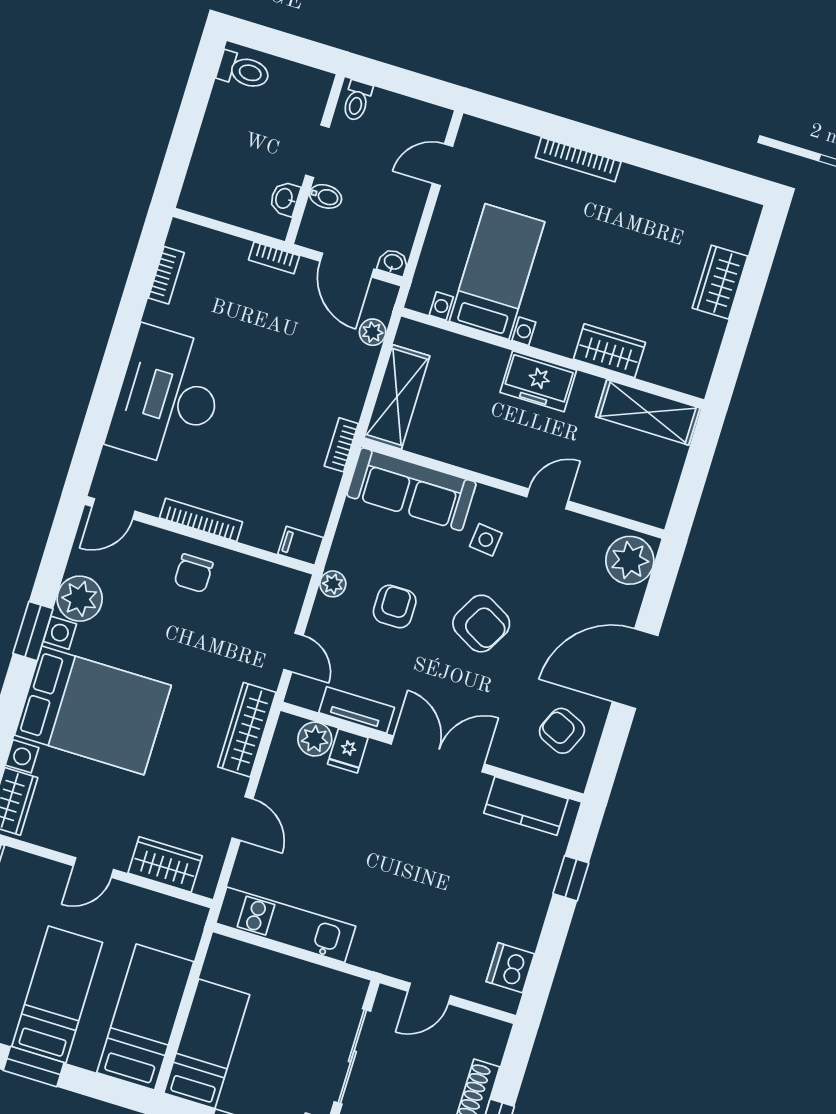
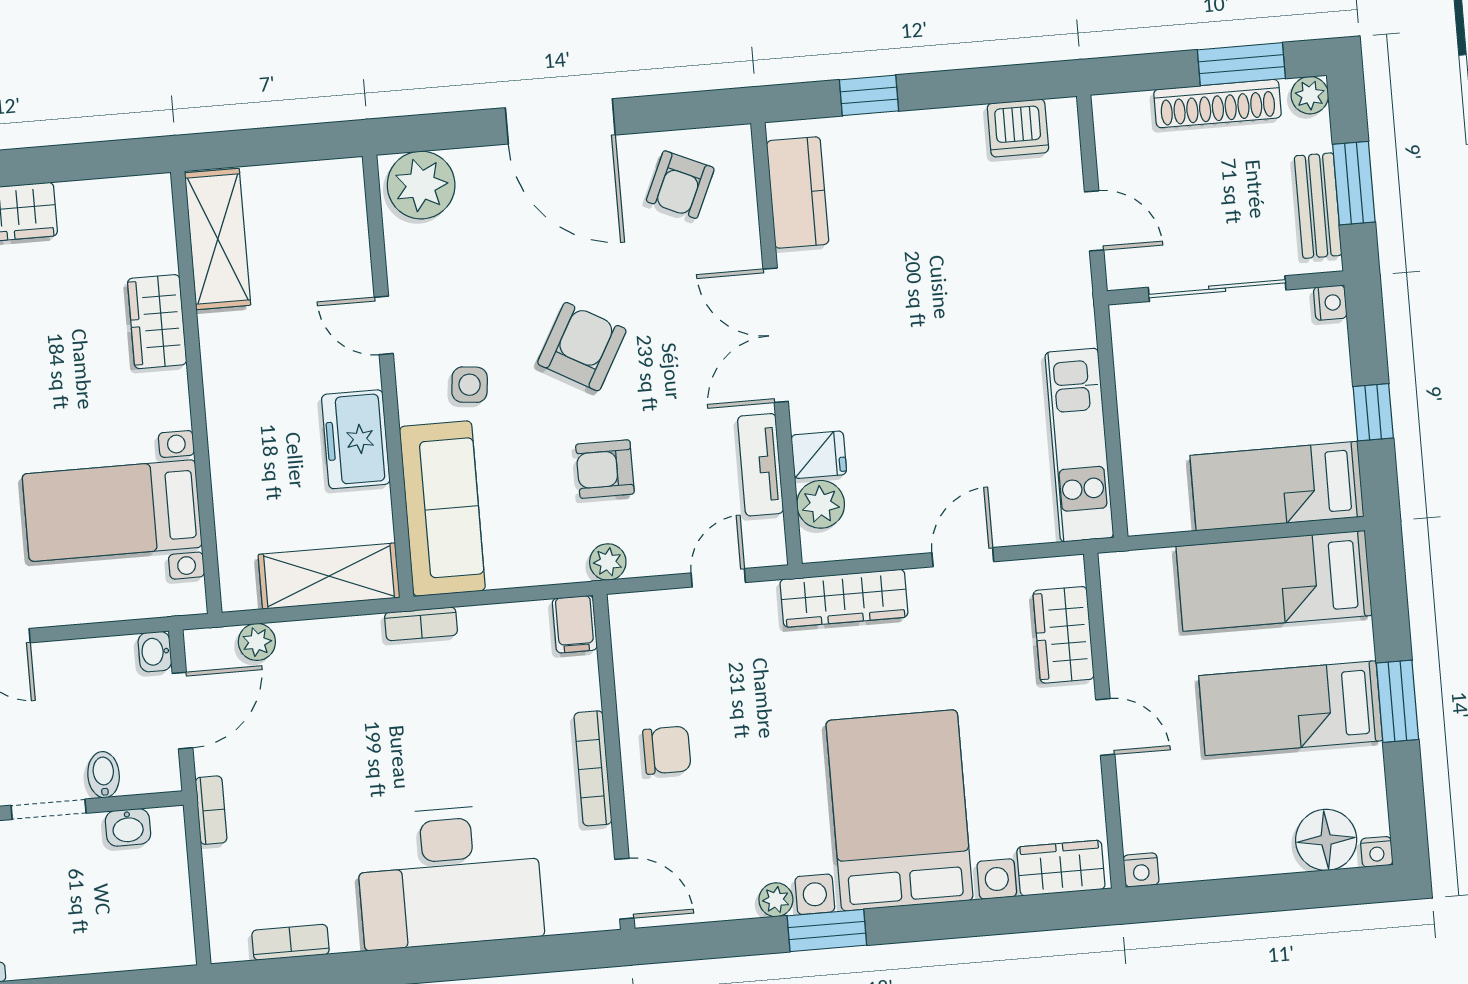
freezer: (538, 381) -> (356, 439), moved, turned 180
plant: (80, 599) -> (776, 900), width x0.53, depth x0.53

